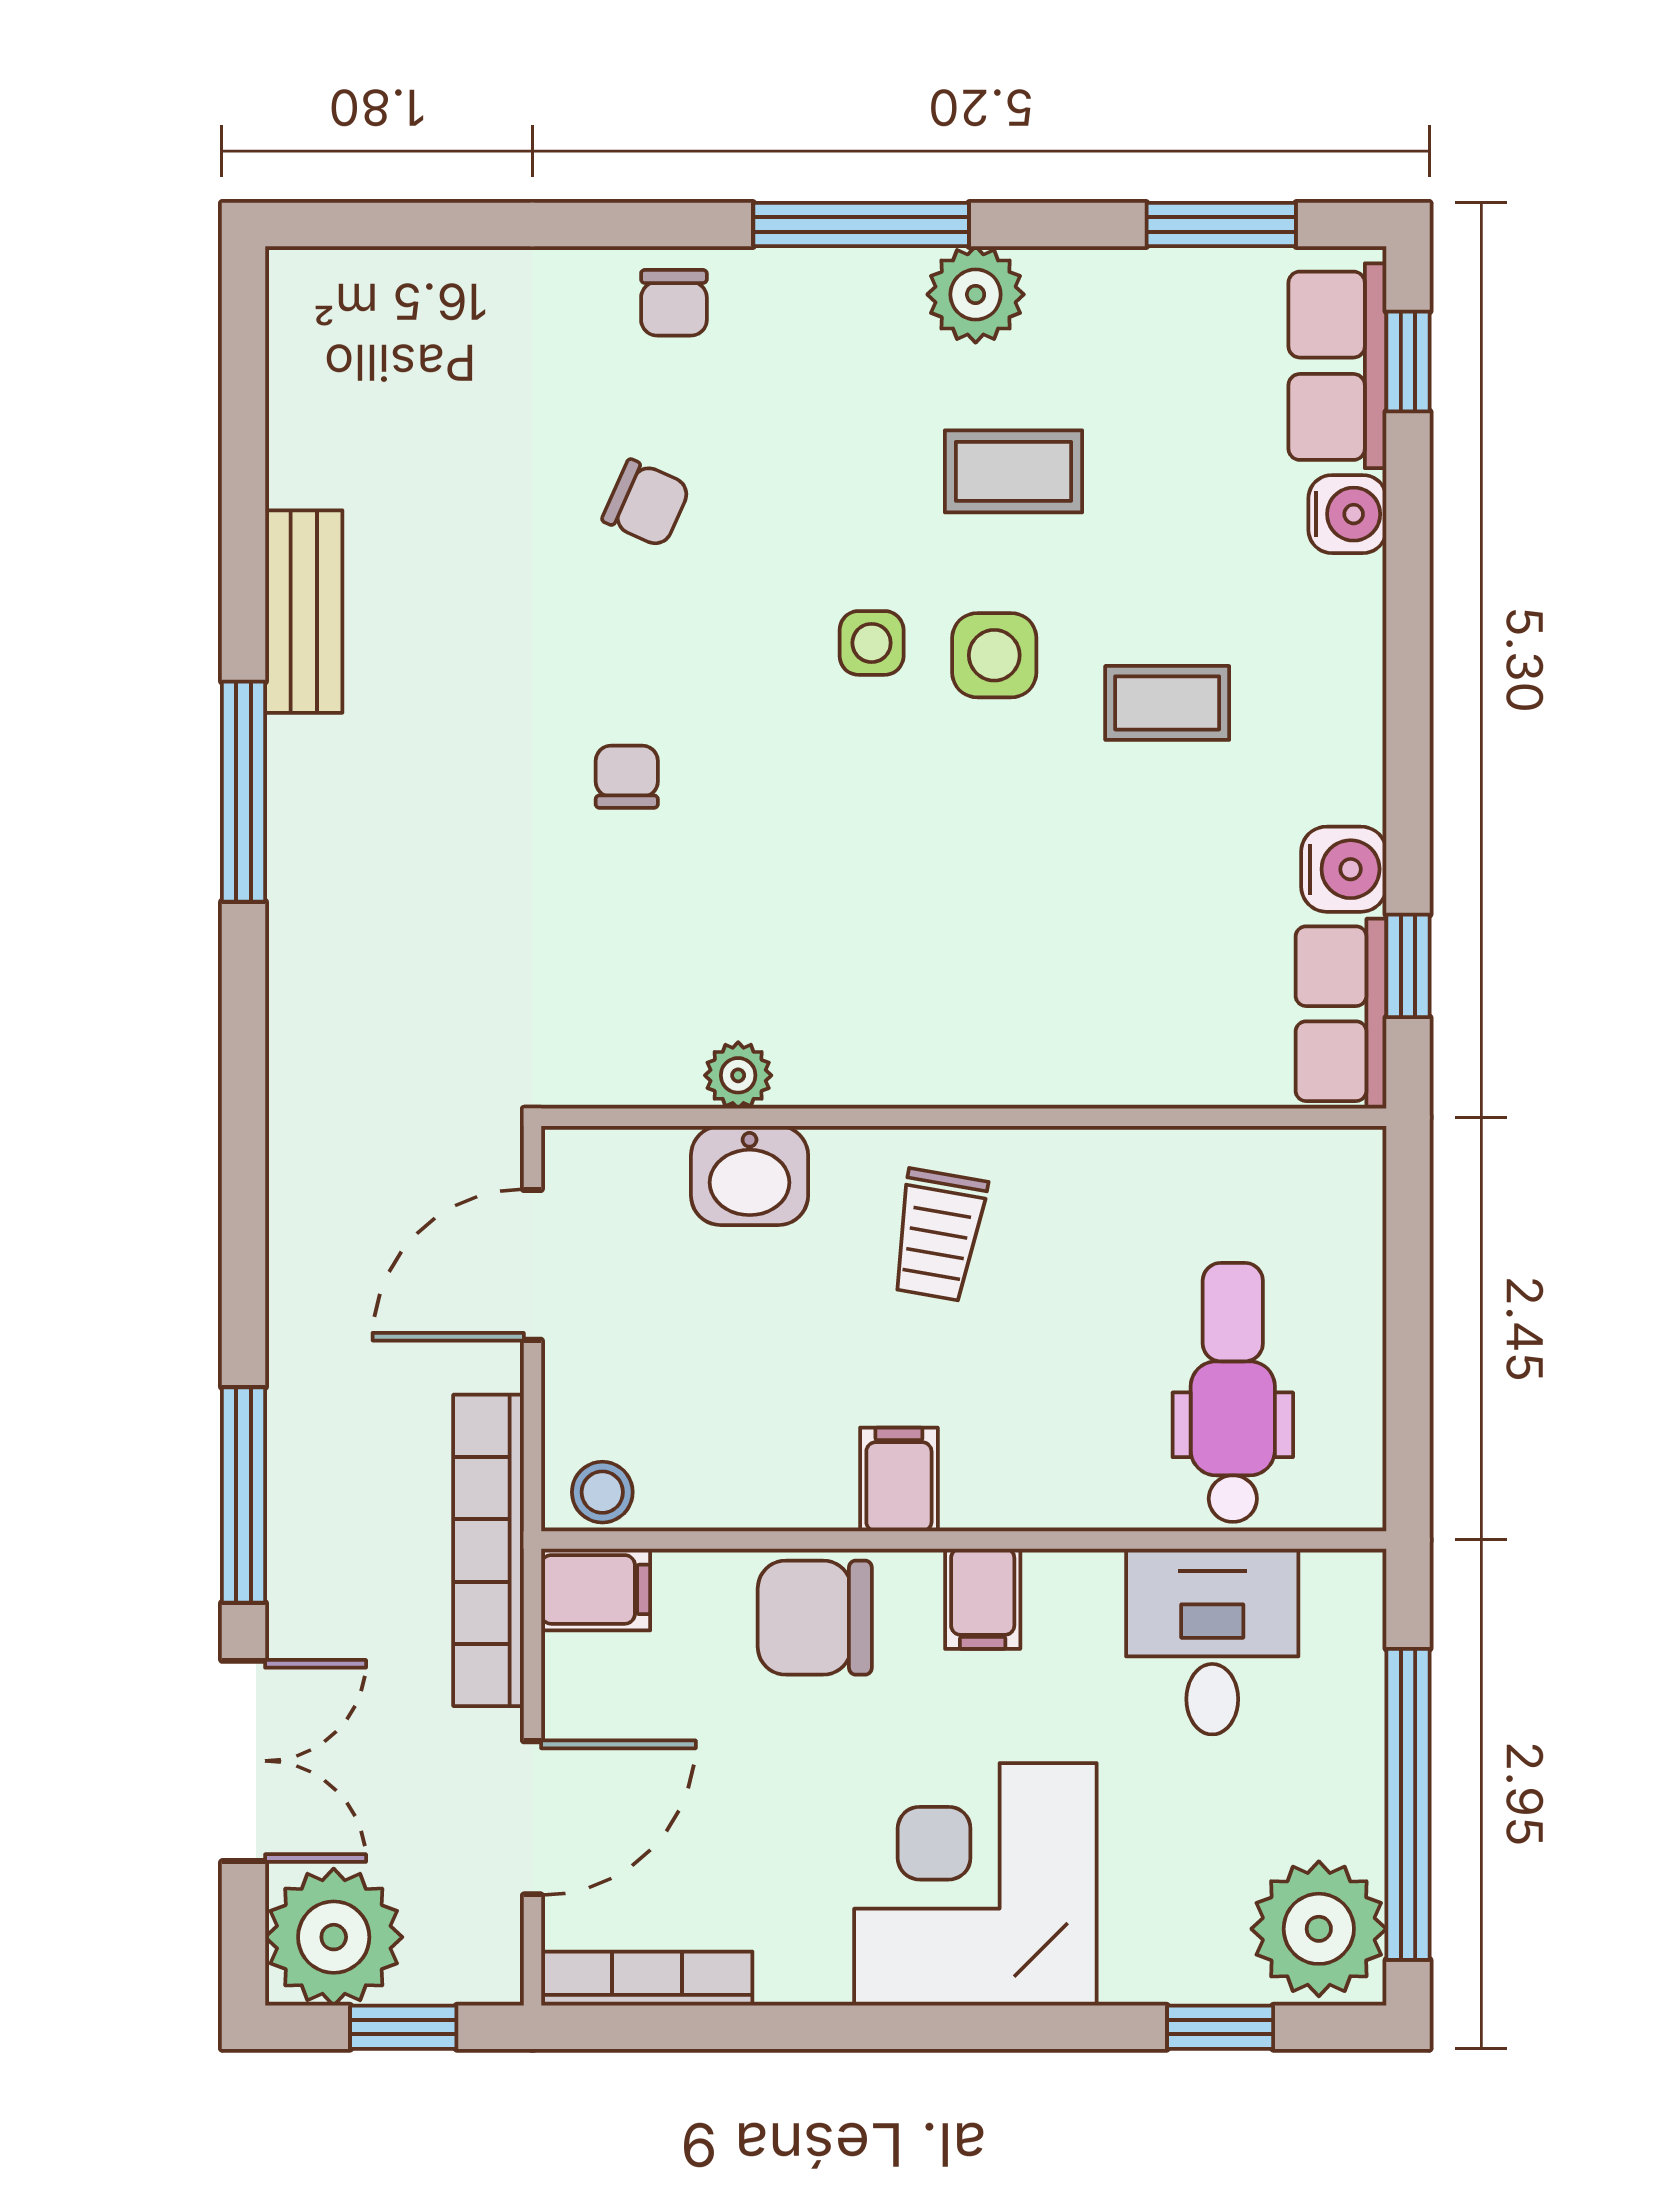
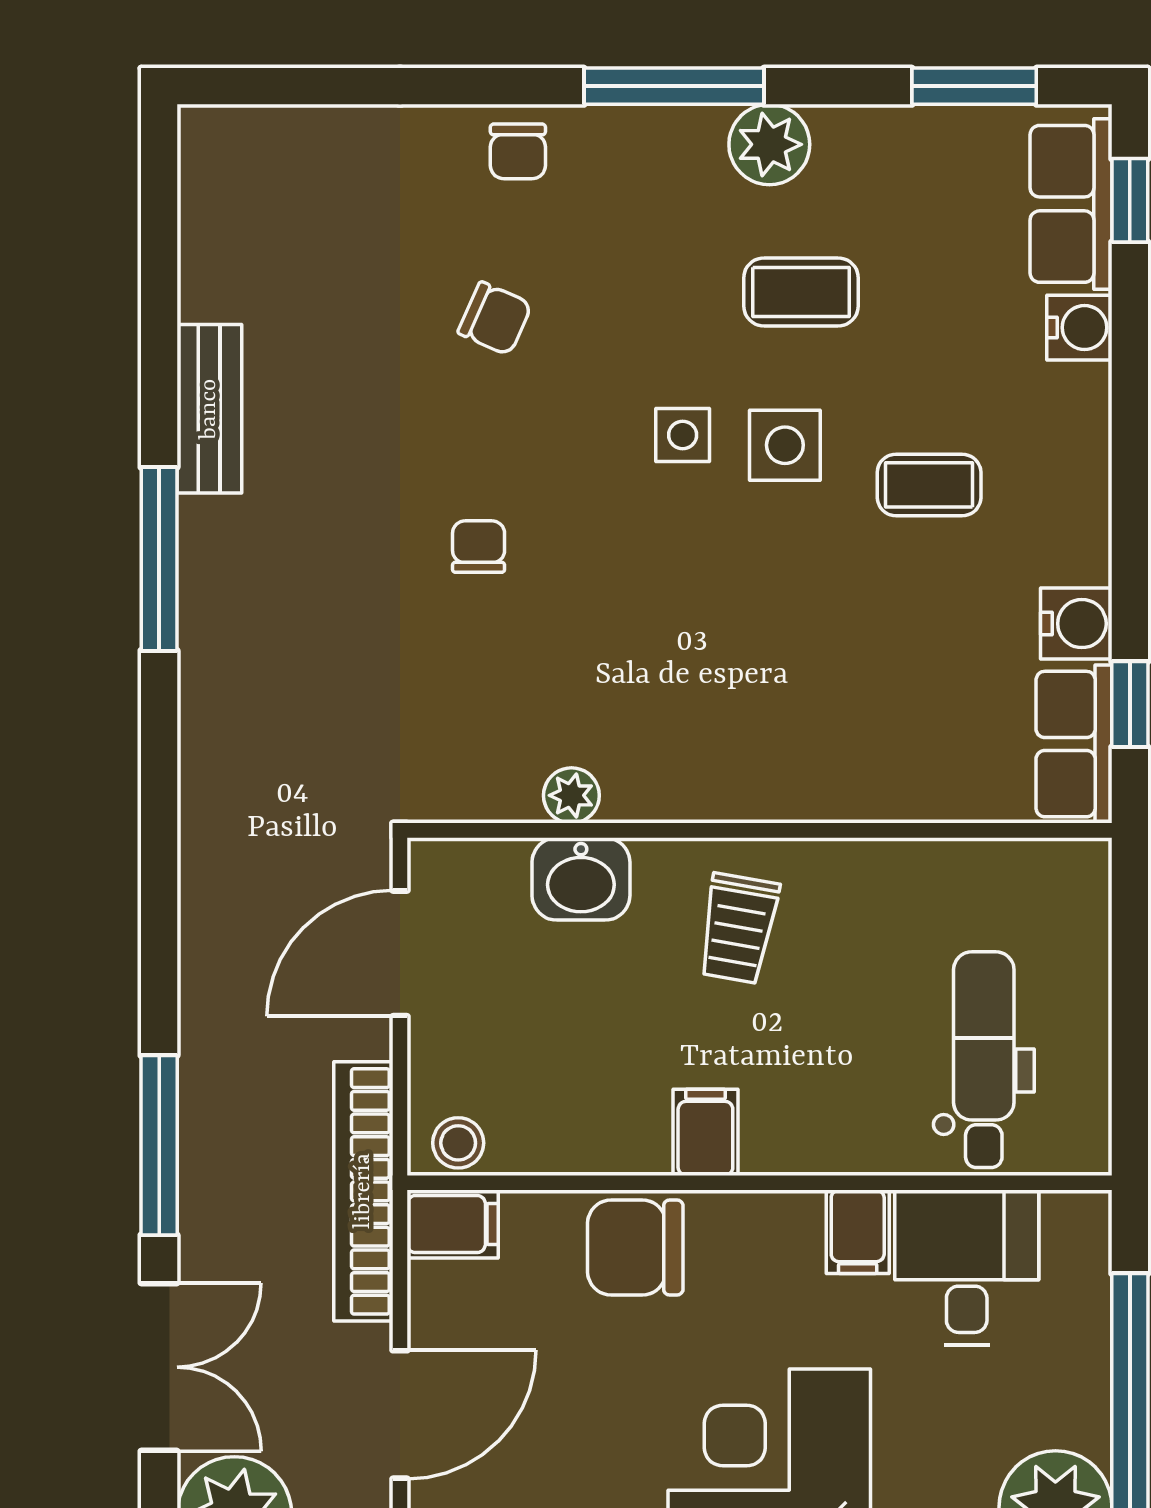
filing cabinet: (983, 1599) -> (858, 1232), moved

